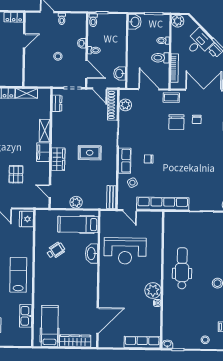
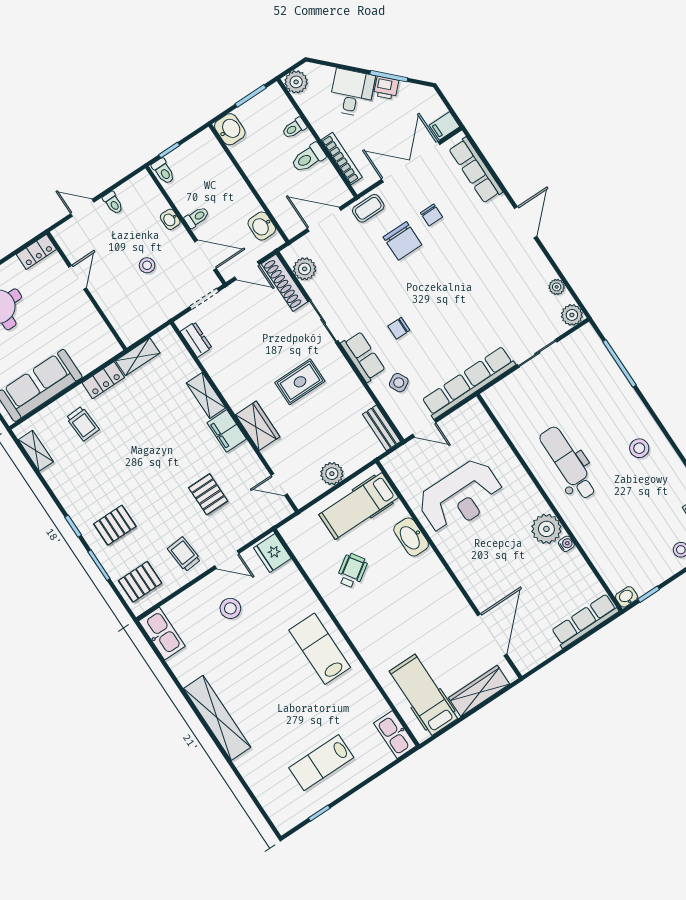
kitchen sink: (26, 316) -> (395, 735), moved

